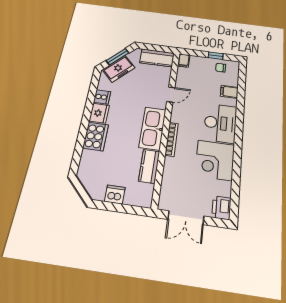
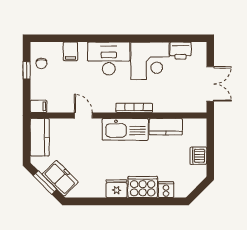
cooker: (102, 97) -> (166, 190), moved
printer: (222, 208) -> (181, 51), moved

